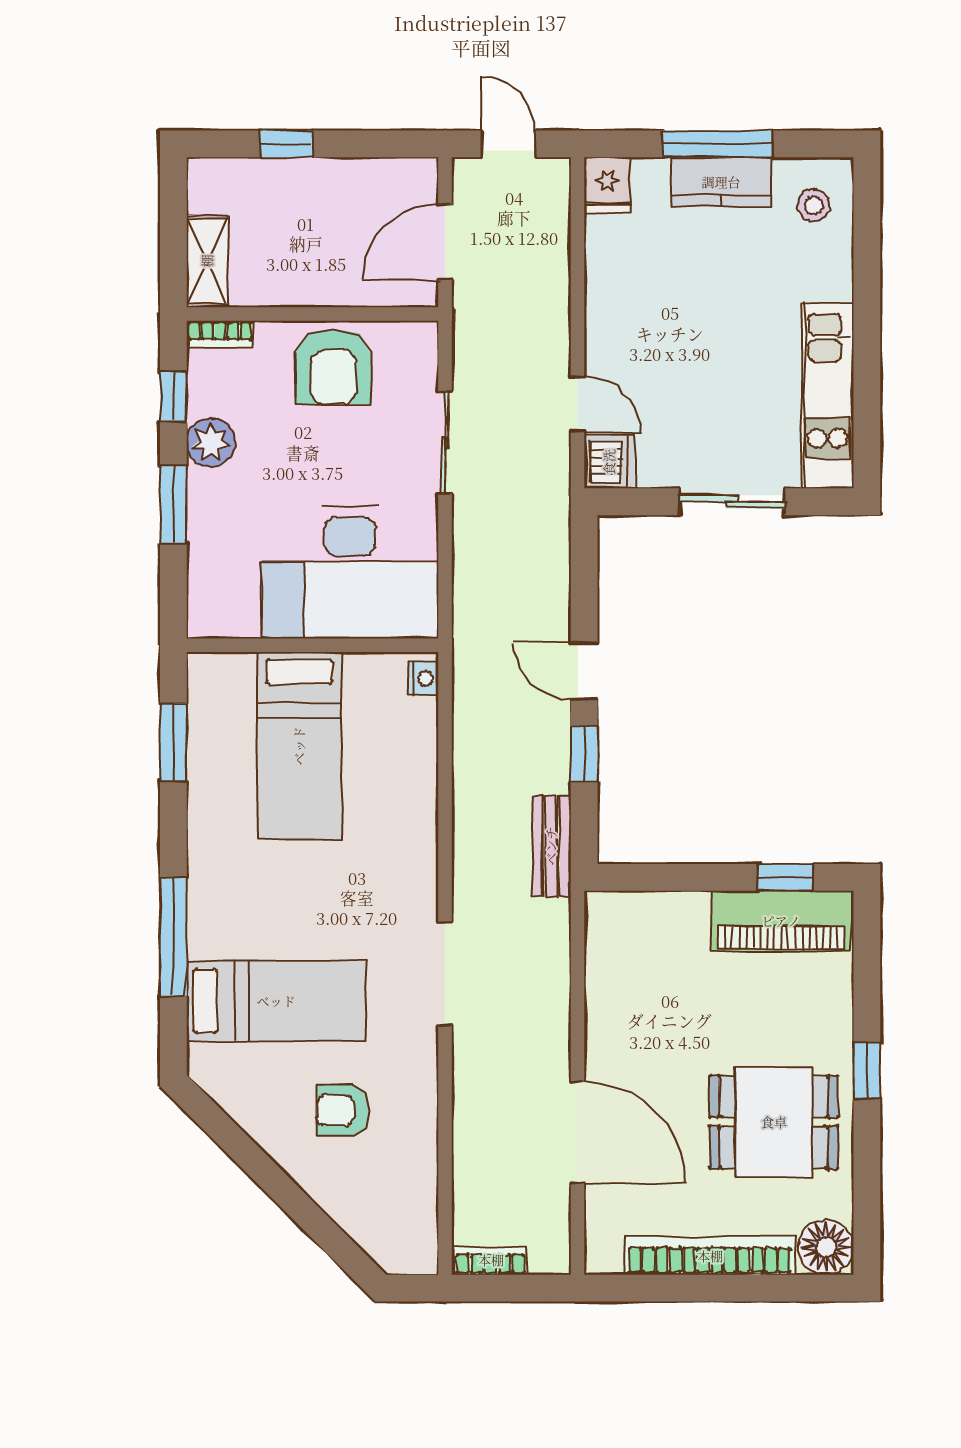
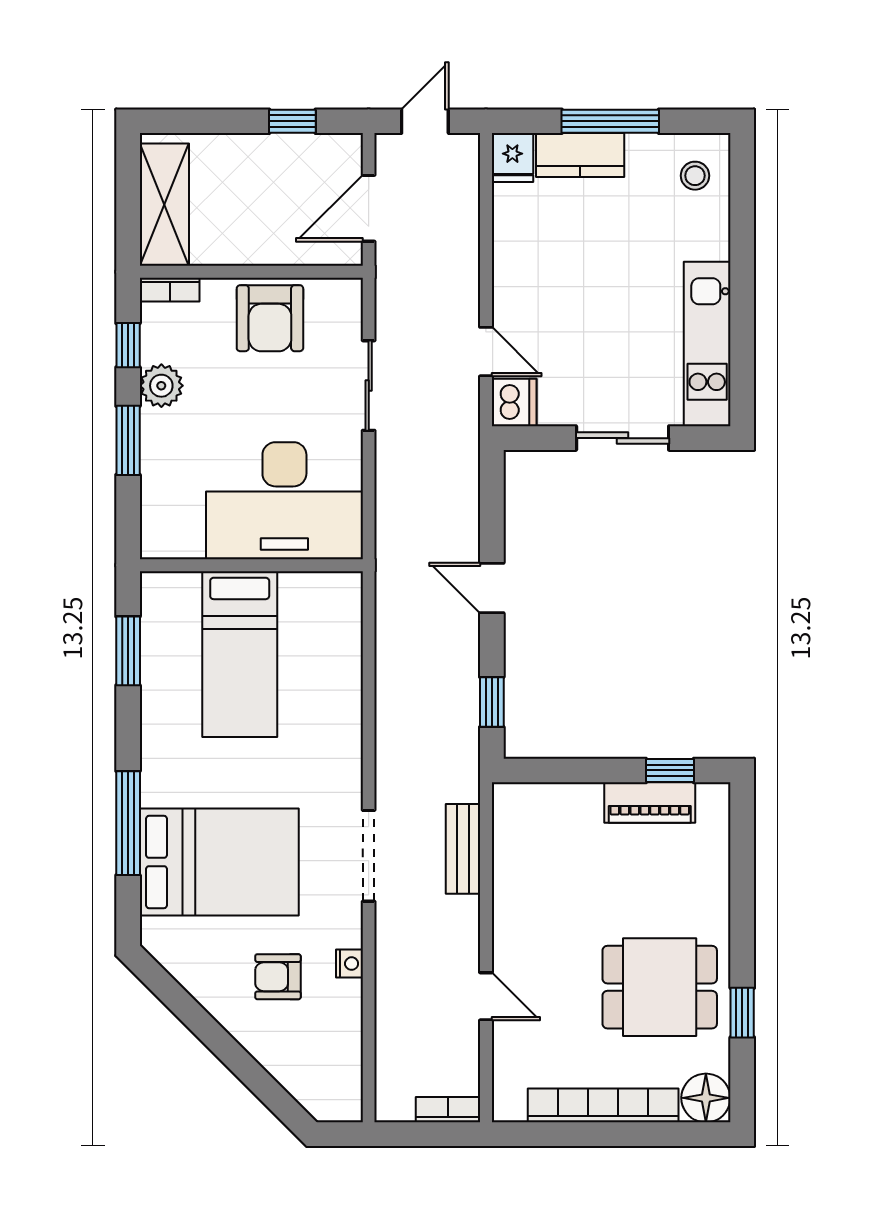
window: (286, 144) -> (292, 121), moved
door: (509, 144) -> (425, 121), hinge flipped
kitchen counter: (721, 182) -> (580, 155), moved
shelving: (207, 261) -> (164, 205), width x1.50, depth x1.33
nightstand: (423, 678) -> (349, 964), moved
window: (584, 754) -> (492, 702), moved
bench: (551, 846) -> (463, 849), moved
piano: (781, 921) -> (650, 803), width x0.73, depth x0.75
bed: (276, 1001) -> (219, 862), width x1.50
window: (867, 1071) -> (742, 1013), moved
door: (578, 1132) -> (486, 996), width x0.53
bookcase: (491, 1260) -> (448, 1110), moved

